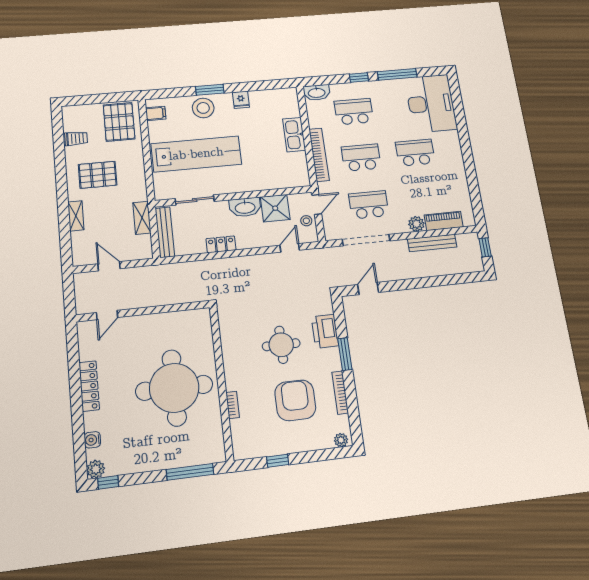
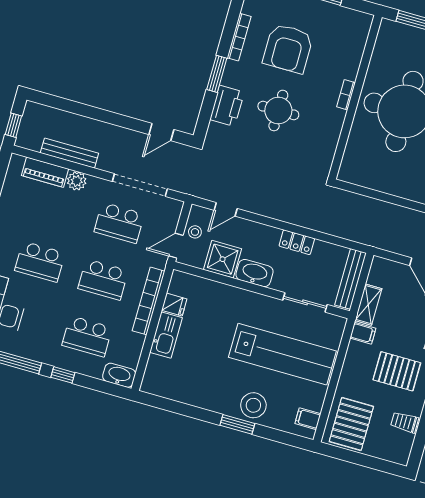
fridge: (241, 100) -> (174, 305), moved, turned 90
lab bench: (196, 154) -> (282, 354), turned 180
filing cabinet: (137, 194) -> (363, 333), added
bookcase: (233, 405) -> (346, 95), moved

